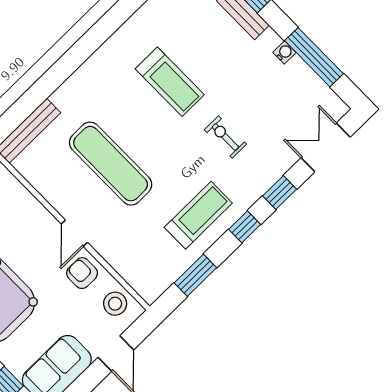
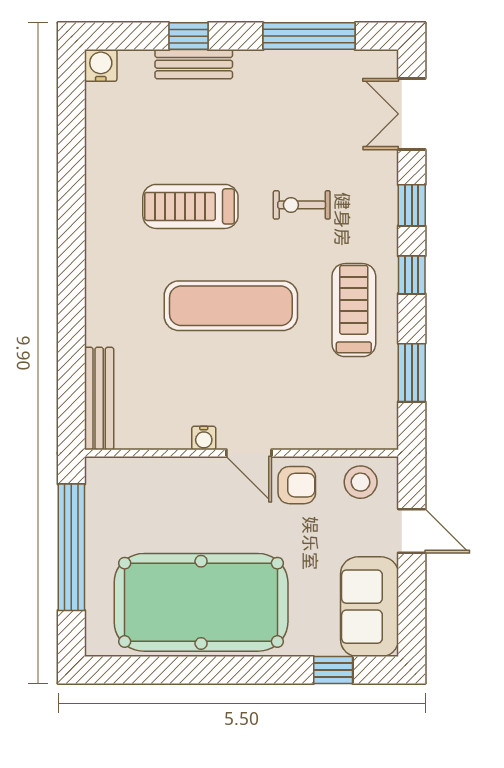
water cooler: (284, 52) -> (204, 438), moved, turned 180
treadmill: (170, 82) -> (190, 206), turned 180
exercise mat: (111, 164) -> (231, 306), moved
armchair: (82, 273) -> (297, 485), turned 180

